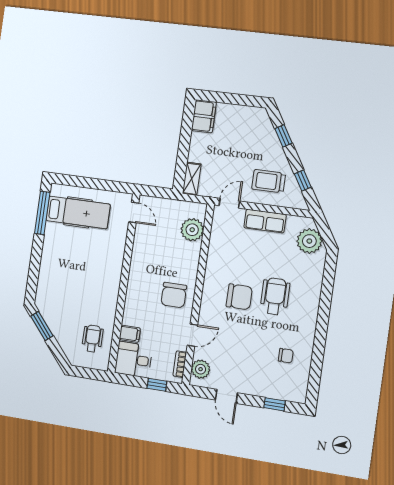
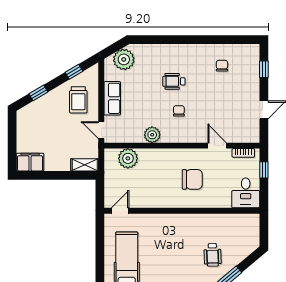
chair: (174, 295) -> (192, 179), moved
wheelchair: (275, 296) -> (174, 81), width x0.73, depth x0.73
chair: (239, 297) -> (179, 111), width x0.54, depth x0.54
filing cabinet: (130, 334) -> (224, 199), removed
wheelchair: (93, 339) -> (213, 255), moved, turned -92
plant: (201, 369) -> (152, 135), moved

